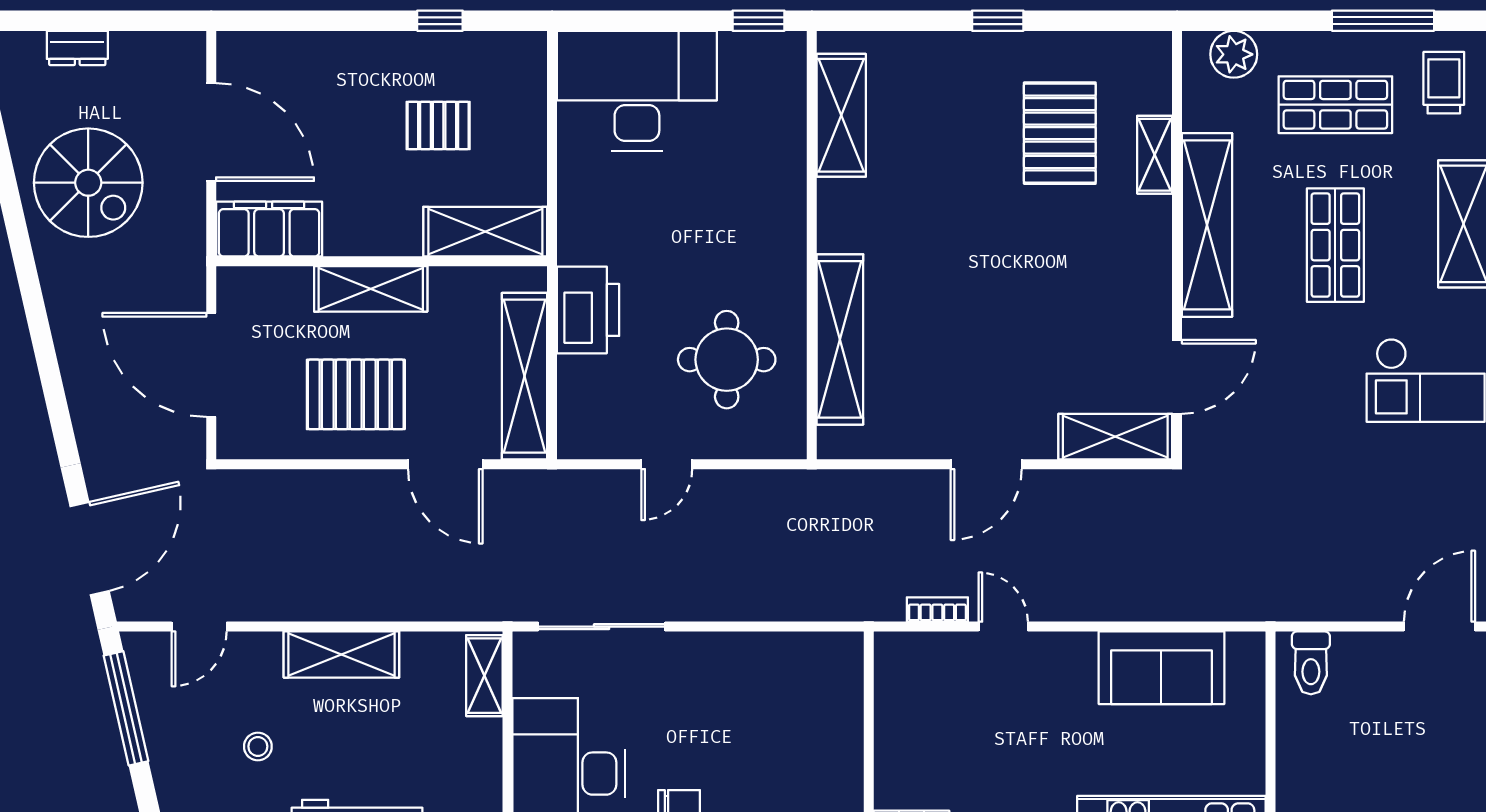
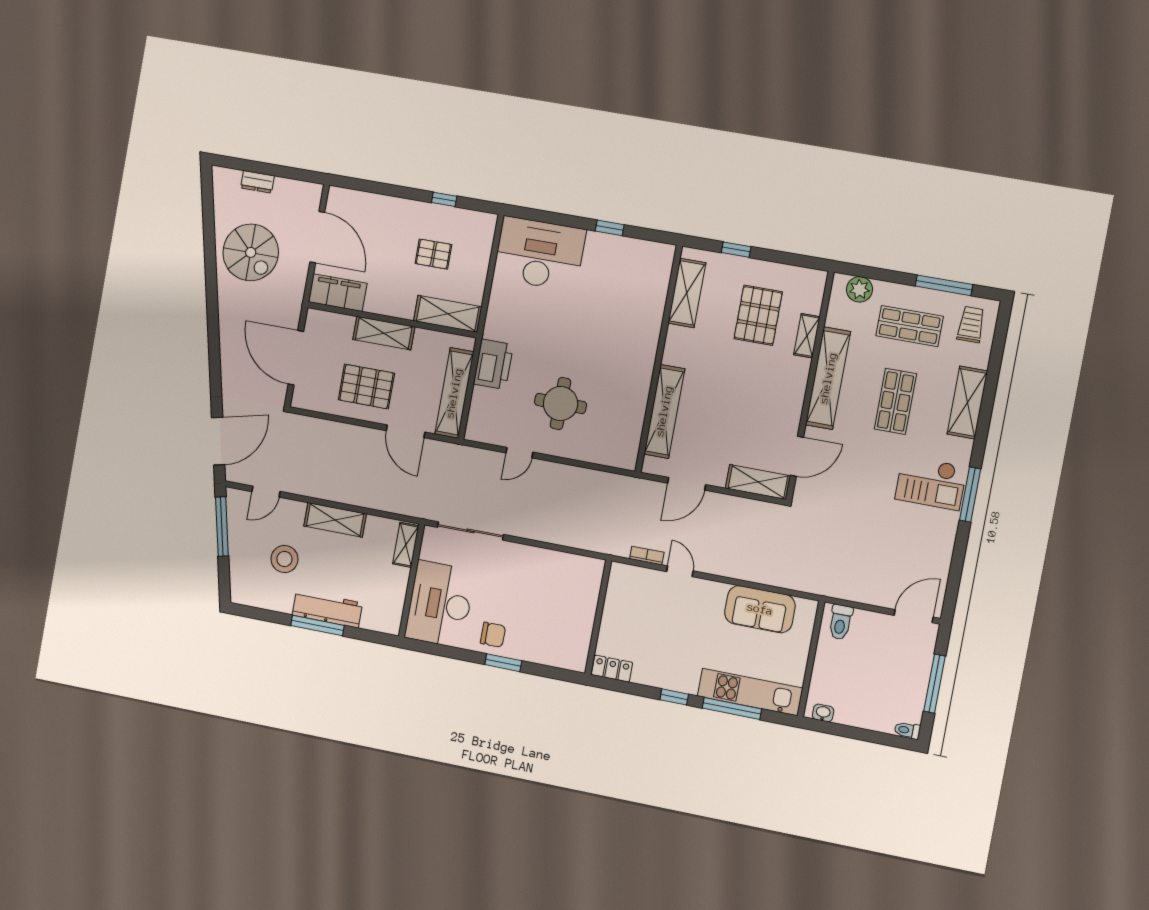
shelving: (841, 115) -> (687, 293), moved
wall: (812, 245) -> (659, 359), moved
shelving: (840, 339) -> (664, 411), moved
stool: (258, 746) -> (284, 559), width x1.89, depth x1.89

